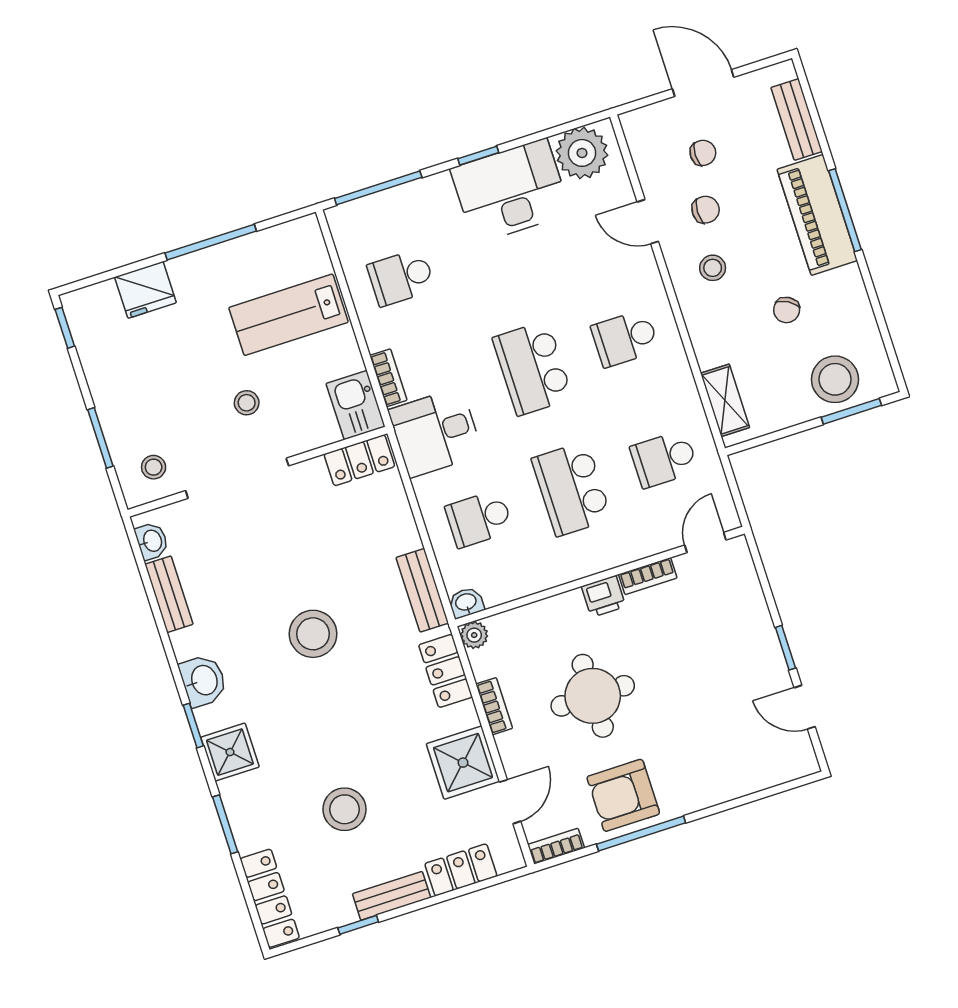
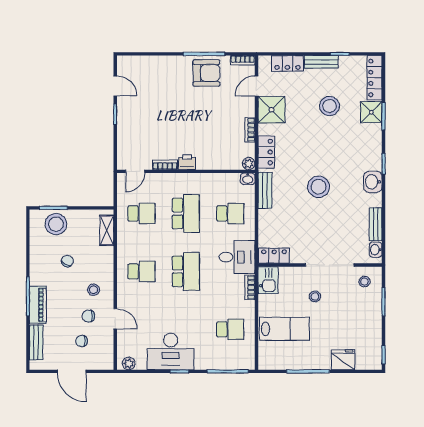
plant: (582, 153) -> (129, 364), width x0.53, depth x0.53
piano: (817, 215) -> (38, 305), width x0.73, depth x0.75
round table: (593, 696) -> (206, 120), removed
shower: (230, 752) -> (371, 112), moved

